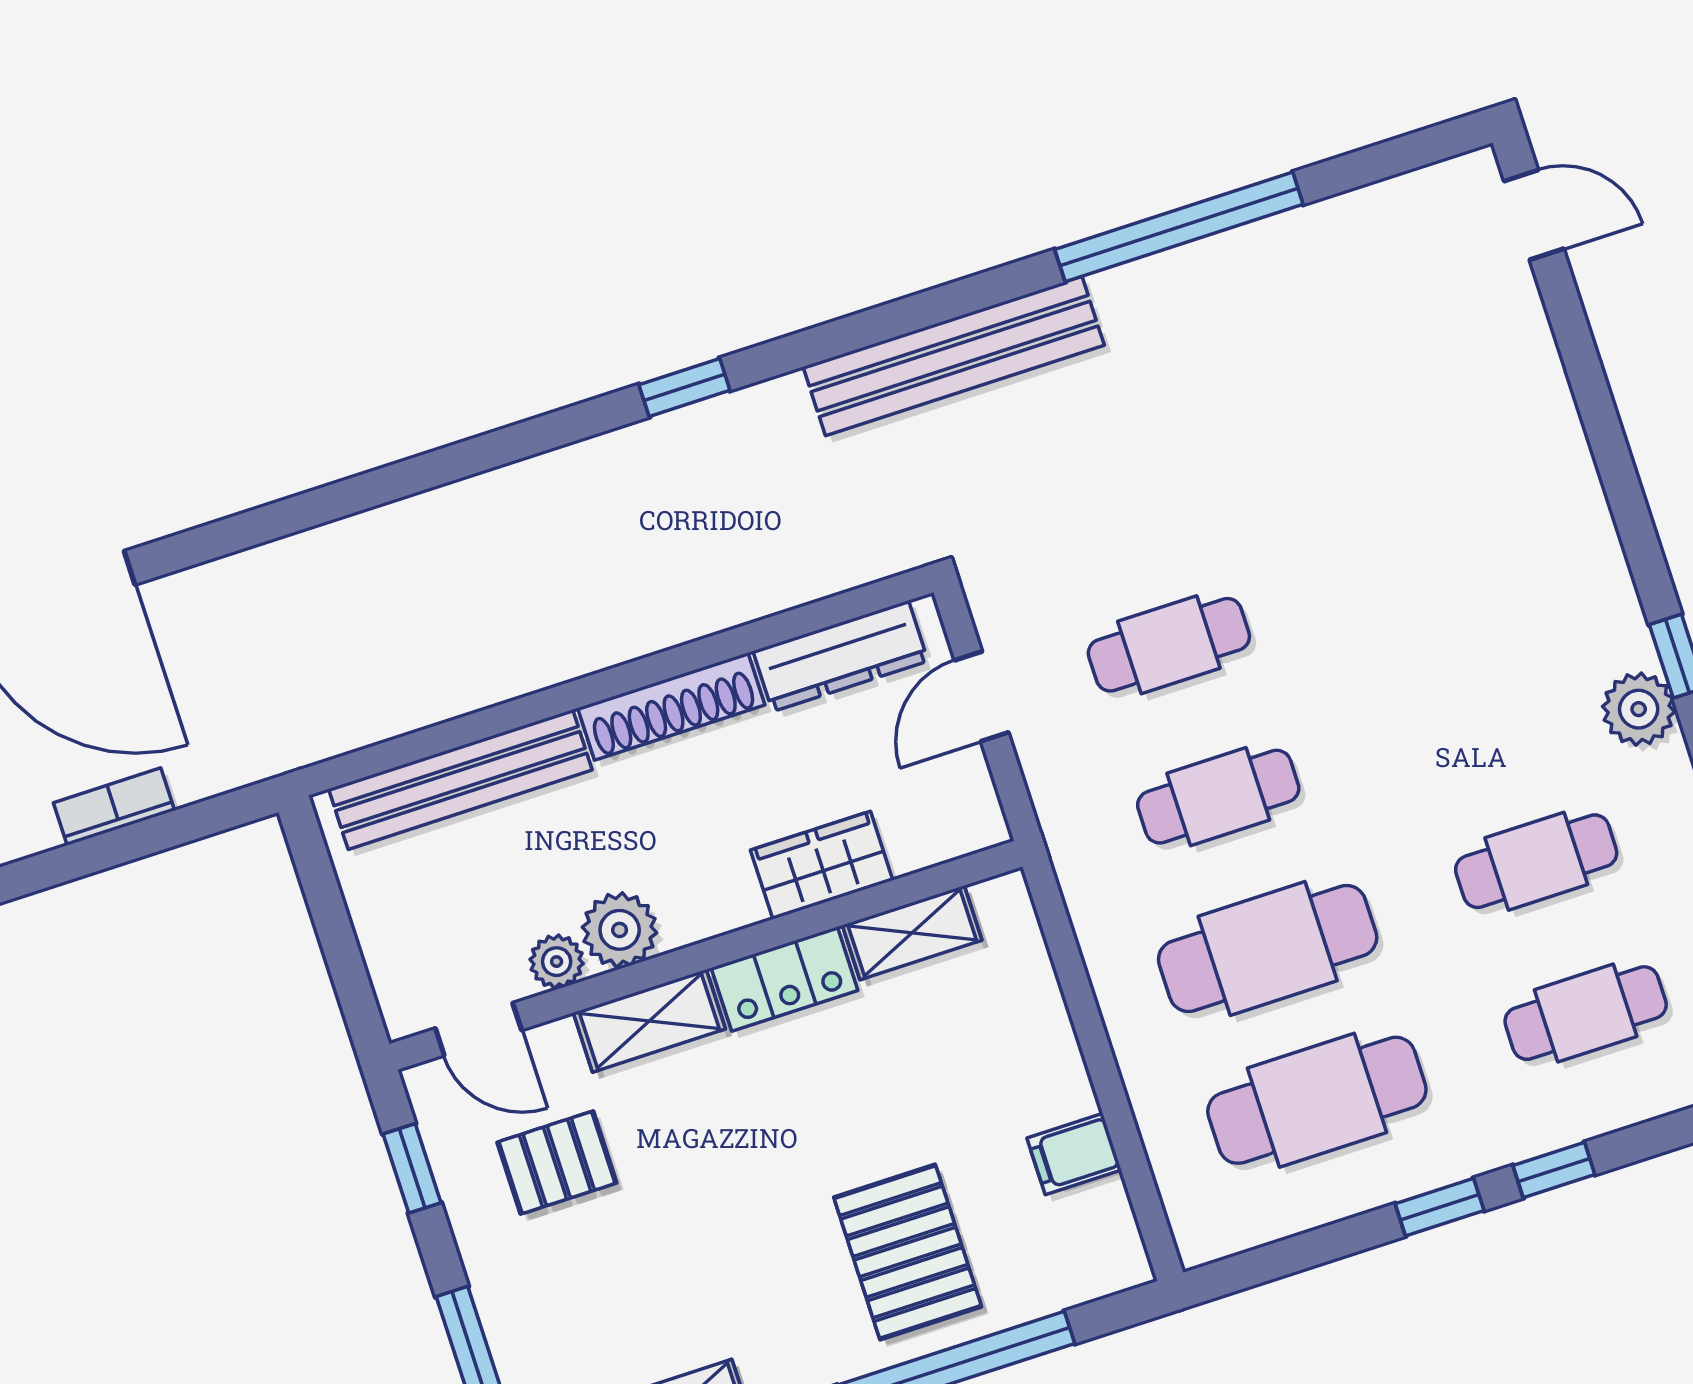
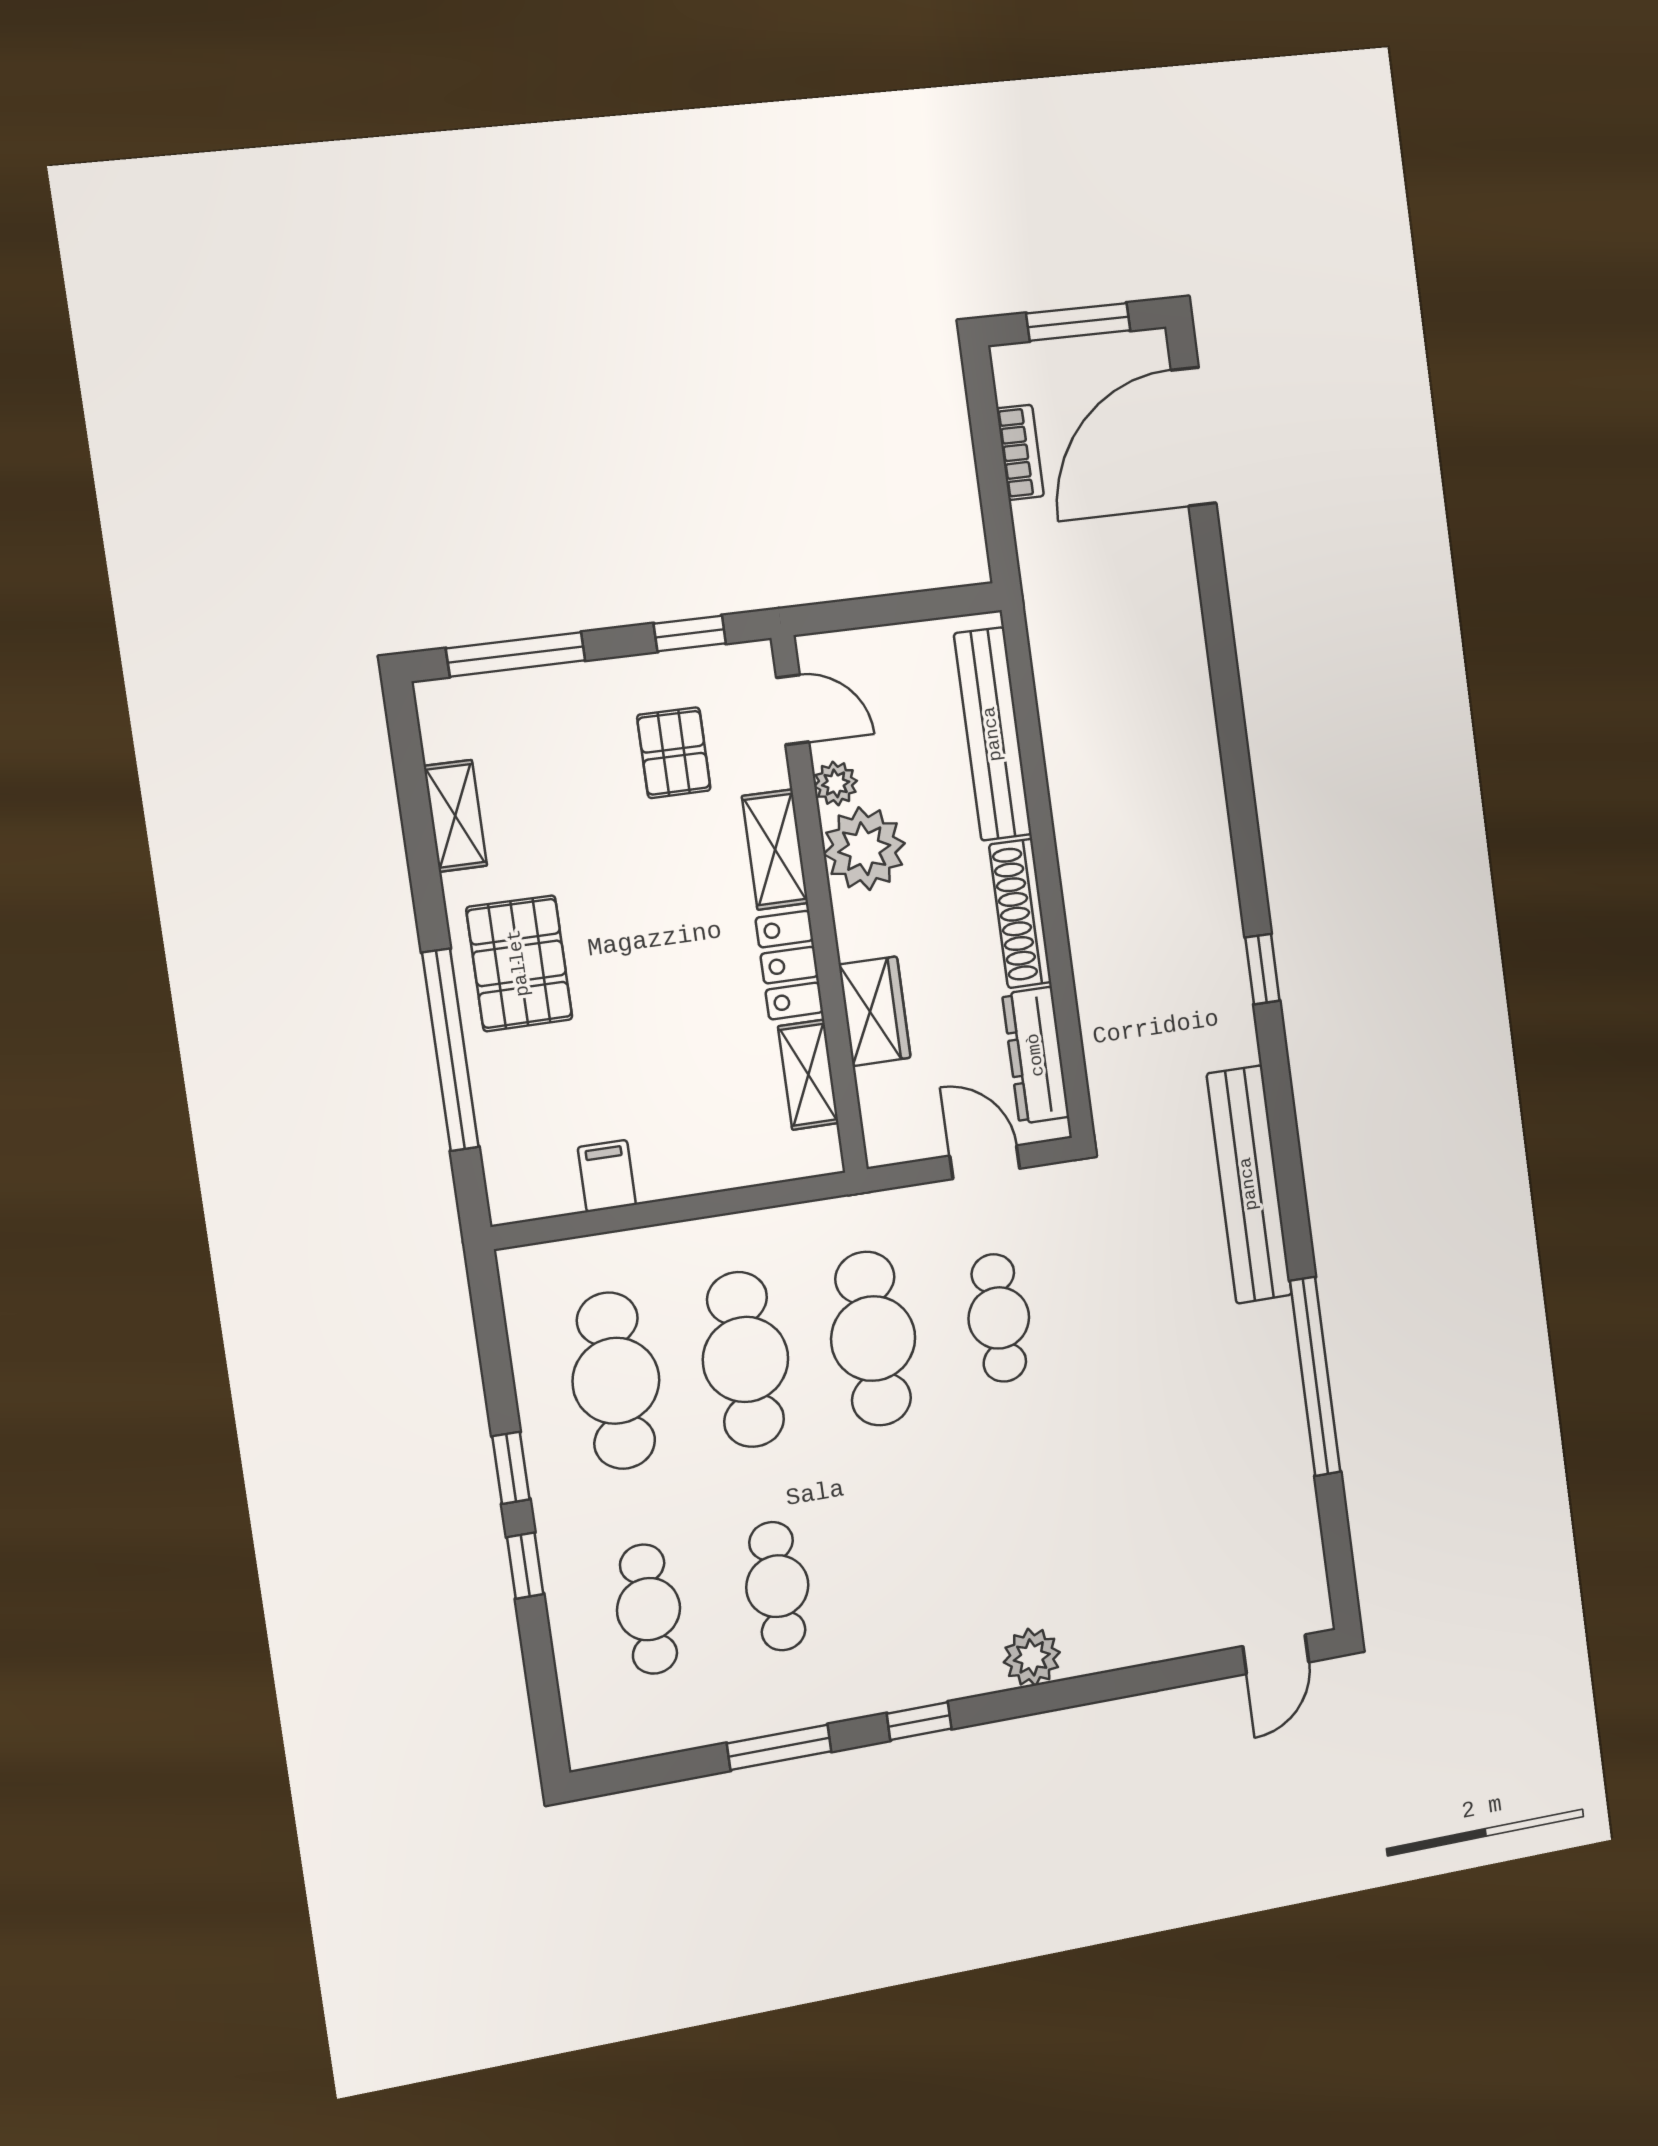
plant: (1639, 709) -> (1032, 1657), moved
cafe table: (1218, 797) -> (873, 1339), width x1.37, depth x1.35
plant: (620, 930) -> (864, 849), width x1.36, depth x1.36
door: (478, 1029) -> (793, 710), swing flipped
pallet: (908, 1252) -> (519, 963), moved, turned 90

